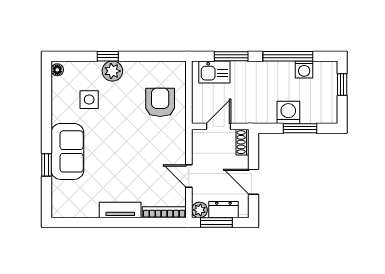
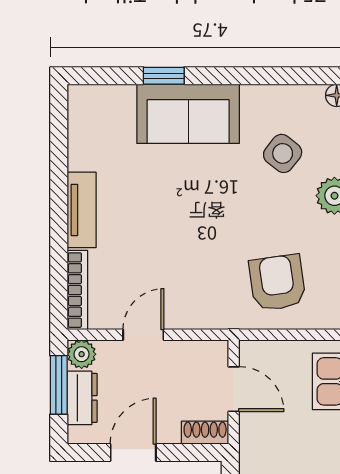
side table: (89, 100) -> (283, 153), turned 38
armchair: (160, 102) -> (277, 283), turned -98

